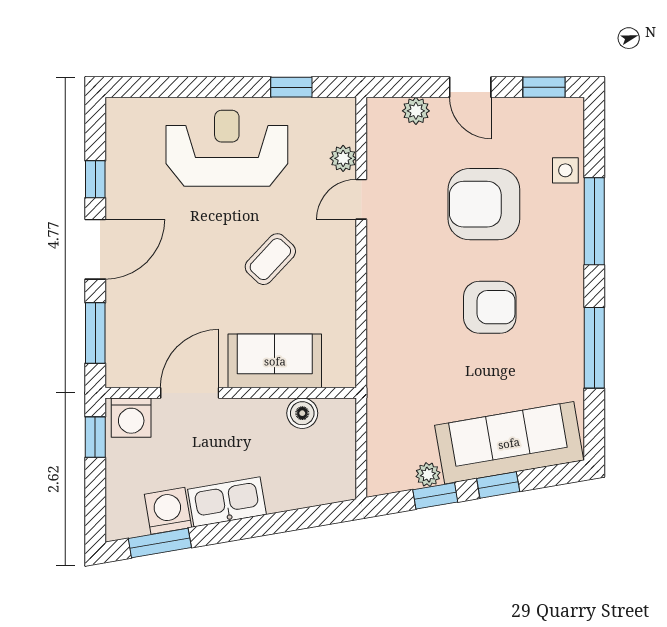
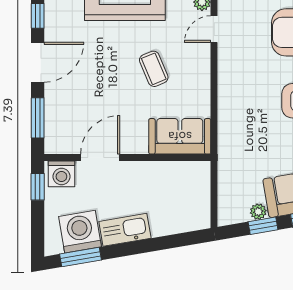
coffee table: (270, 259) -> (154, 69), turned -66
sofa: (275, 361) -> (180, 136), moved
boiler: (302, 413) -> (175, 171), removed
washing machine: (168, 511) -> (80, 232), width x1.37, depth x1.37

